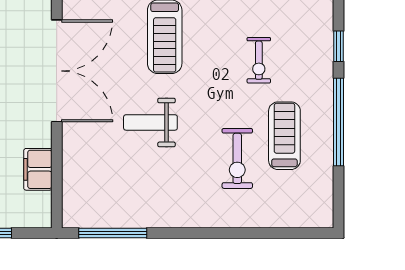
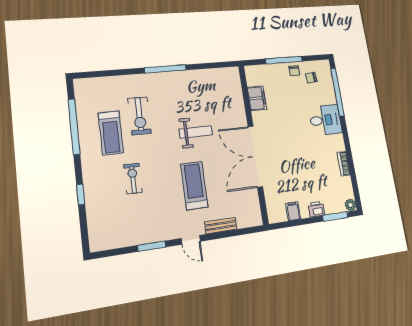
window: (338, 122) -> (74, 126), moved
exercise bike: (237, 158) -> (139, 116), turned 180
window: (113, 233) -> (165, 69), moved

